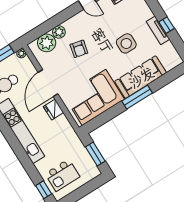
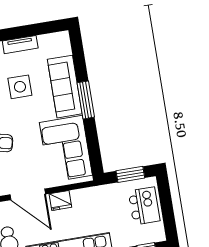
window: (167, 25) -> (18, 32), removed
kitchen island: (62, 175) -> (144, 206), moved

